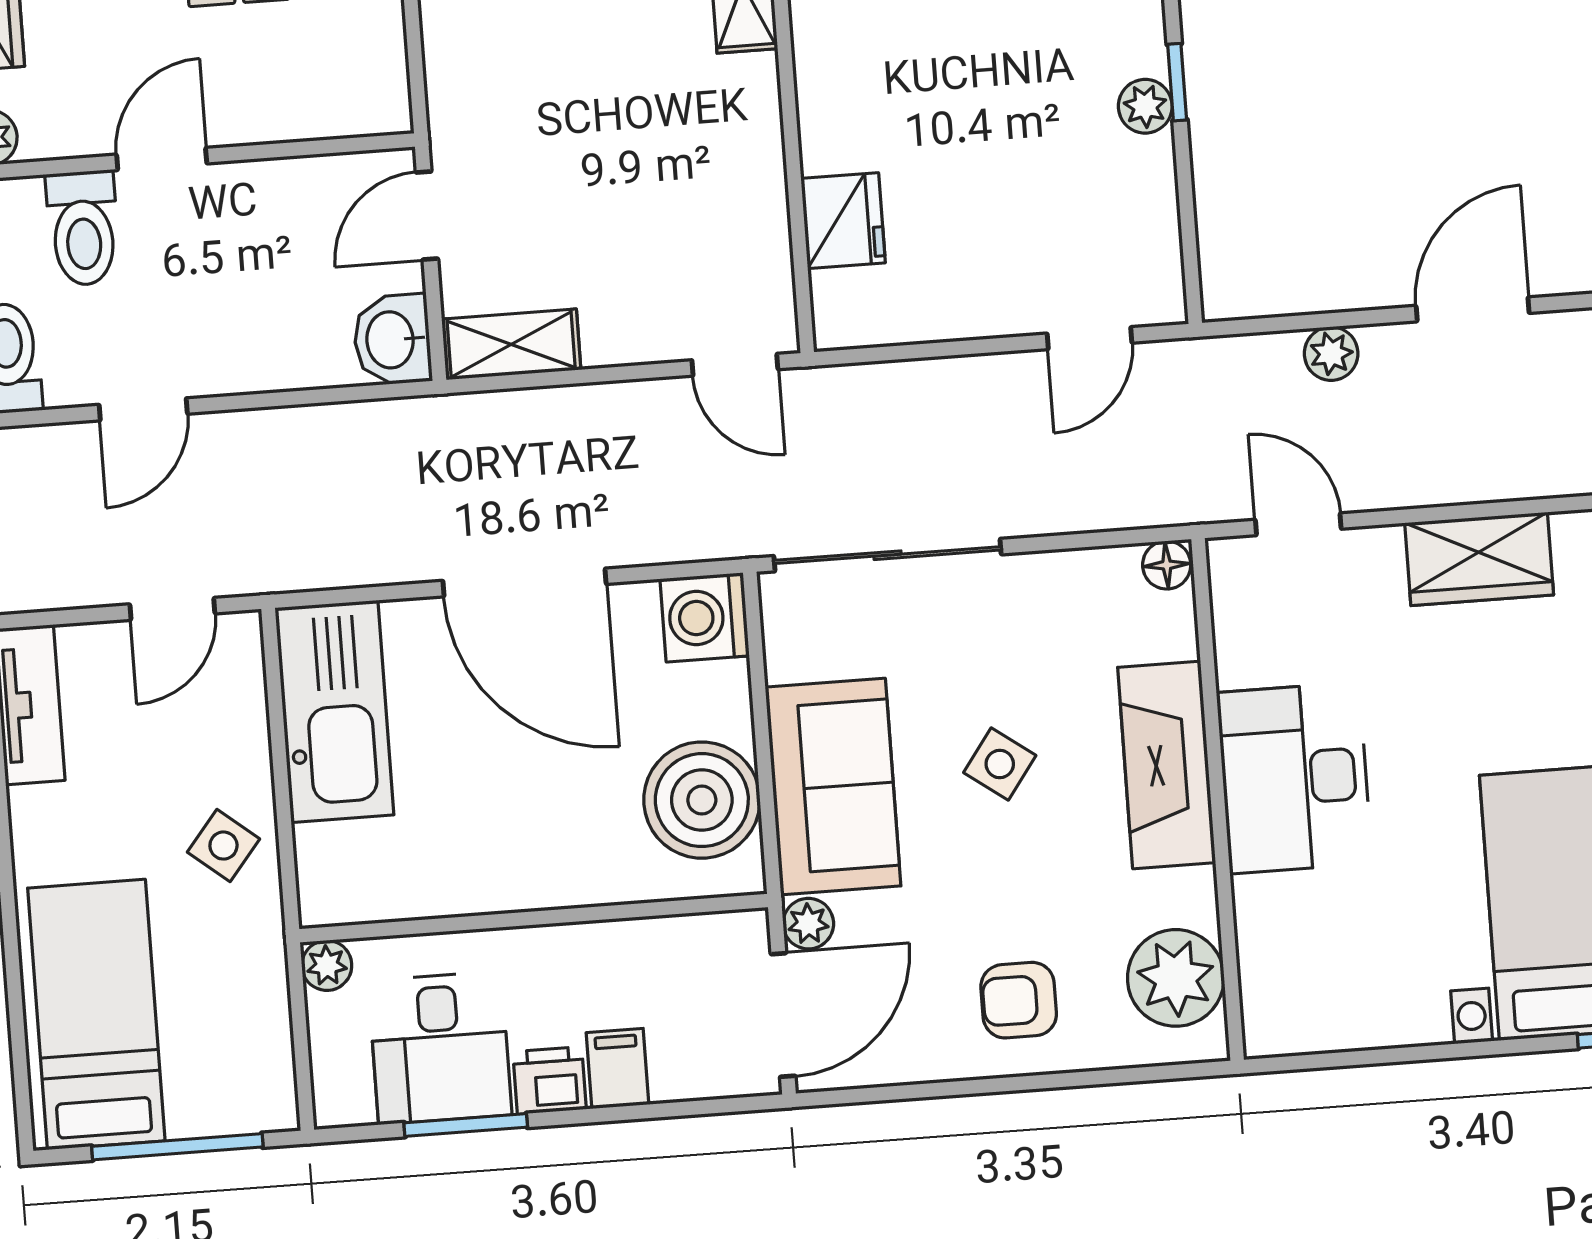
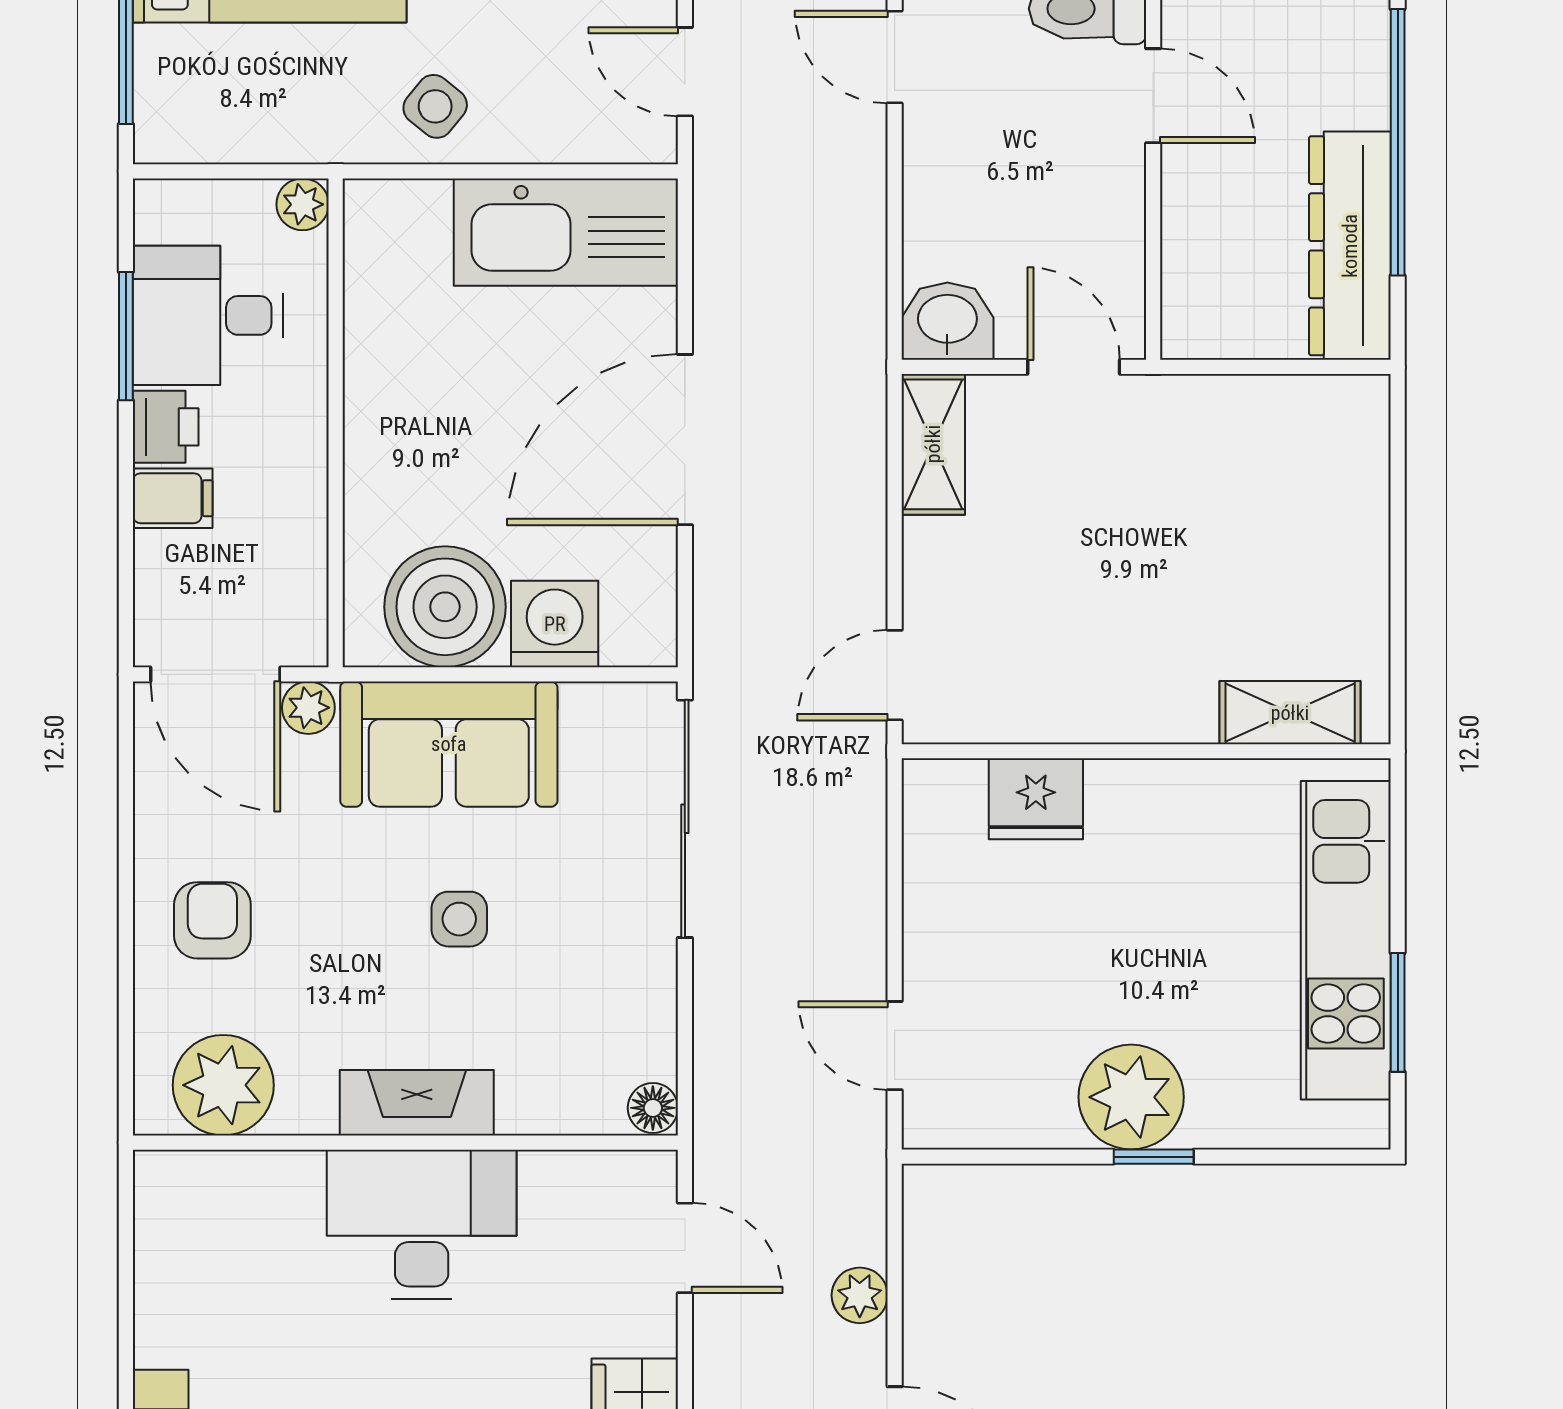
plant: (1145, 106) -> (1131, 1097), width x1.87, depth x1.87
door: (1298, 524) -> (685, 1248), hinge flipped
washing machine: (705, 617) -> (555, 624), moved
side table: (1000, 764) -> (459, 919), turned -36
fireplace: (1167, 765) -> (417, 1103), width x0.73, depth x0.76

